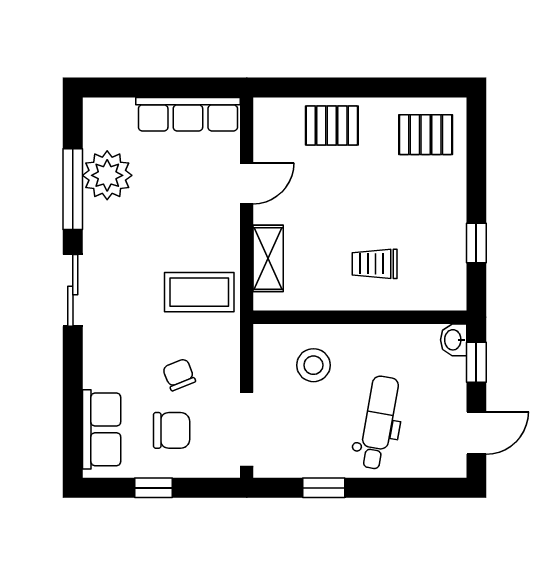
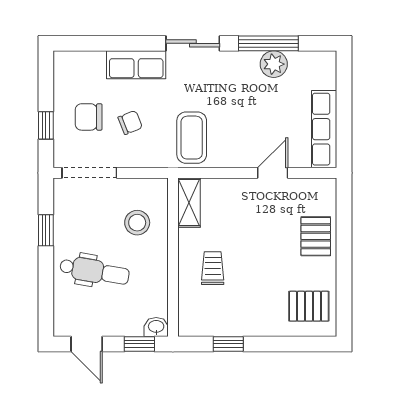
pallet: (426, 135) -> (309, 306), turned 90
plant: (107, 175) -> (274, 64), width x0.73, depth x0.73
door: (247, 183) -> (273, 173), swing flipped
shelving: (268, 258) -> (189, 203), moved, turned 90
row of seats: (102, 429) -> (136, 65), moved
chair: (172, 430) -> (89, 117), turned 90
window: (154, 488) -> (46, 125), moved

